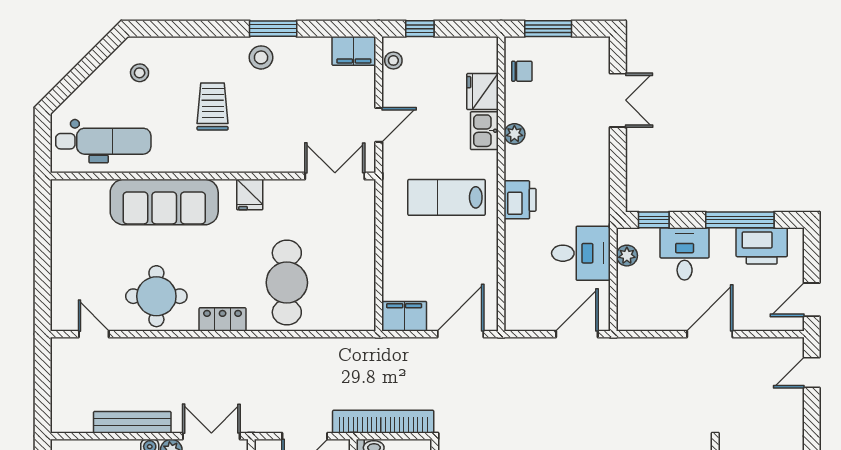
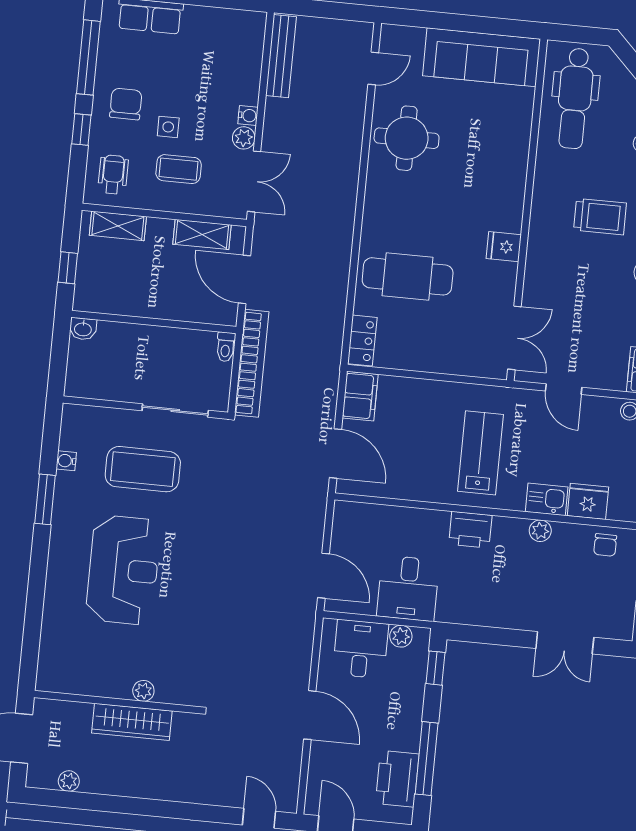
sofa: (164, 202) -> (482, 57), moved, turned -90
desk: (685, 254) -> (361, 649), moved, turned -90
locker: (223, 319) -> (362, 341), moved
bench: (132, 422) -> (281, 56), moved

